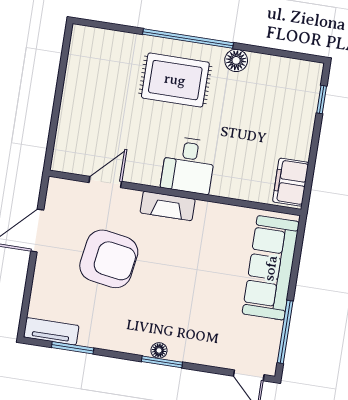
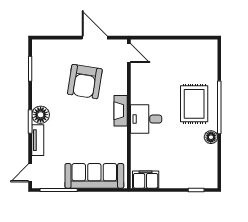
door: (105, 182) -> (129, 53), moved
tv unit: (51, 331) -> (38, 140), moved
floor lamp: (159, 350) -> (41, 115), width x1.89, depth x1.89

